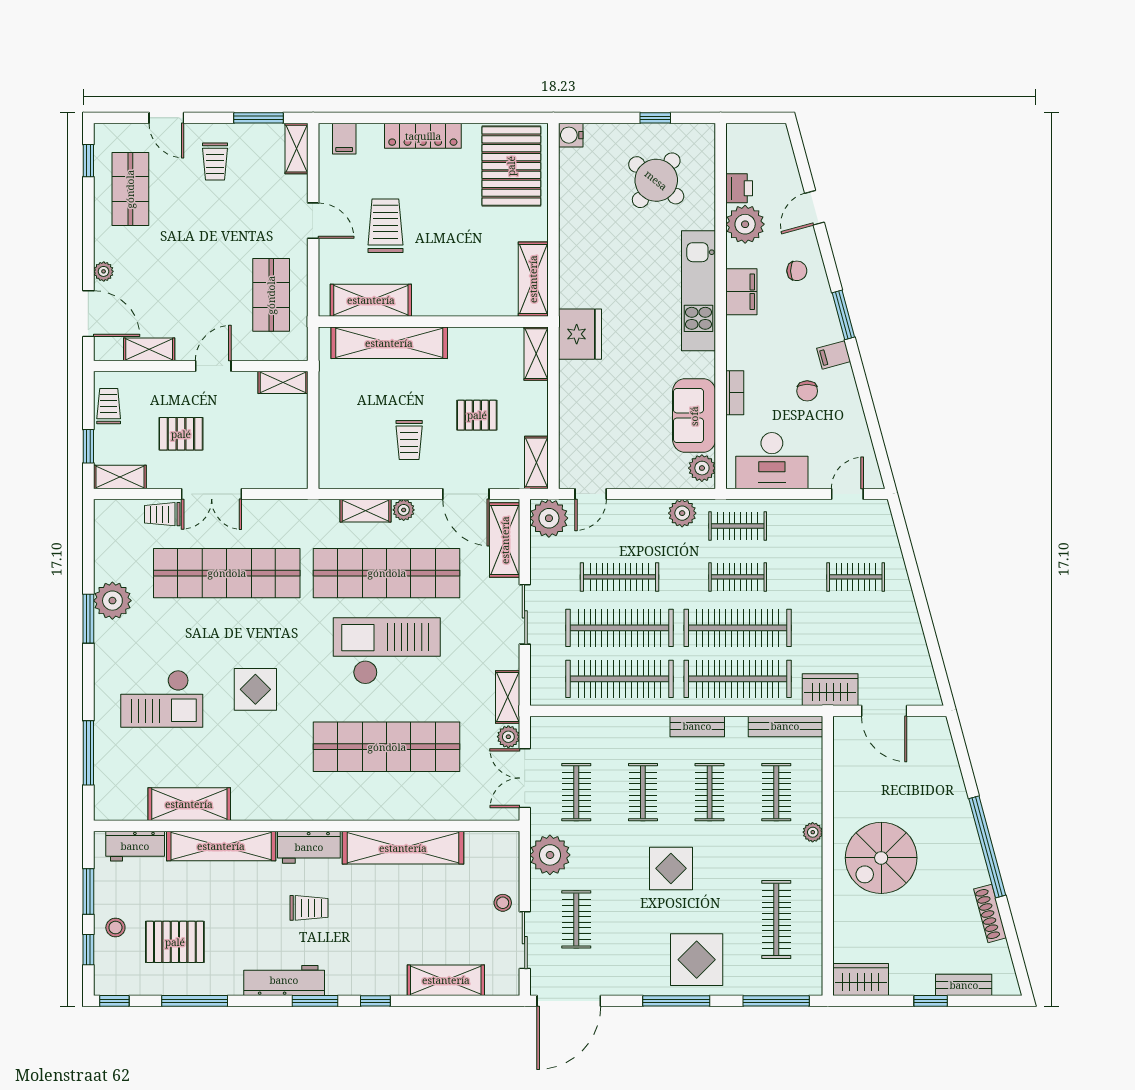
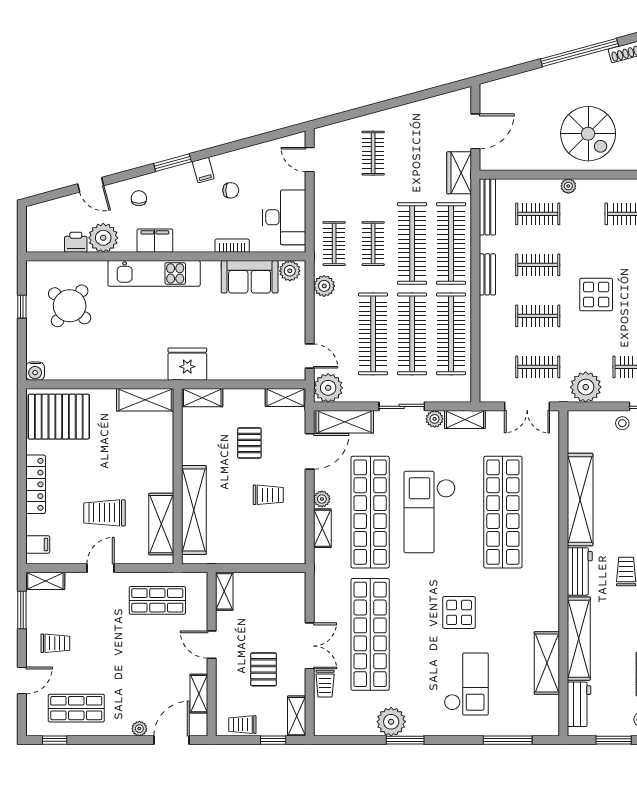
clothes rail: (619, 577) -> (373, 334), width x1.37, depth x1.31
plant: (508, 737) -> (435, 419), moved

